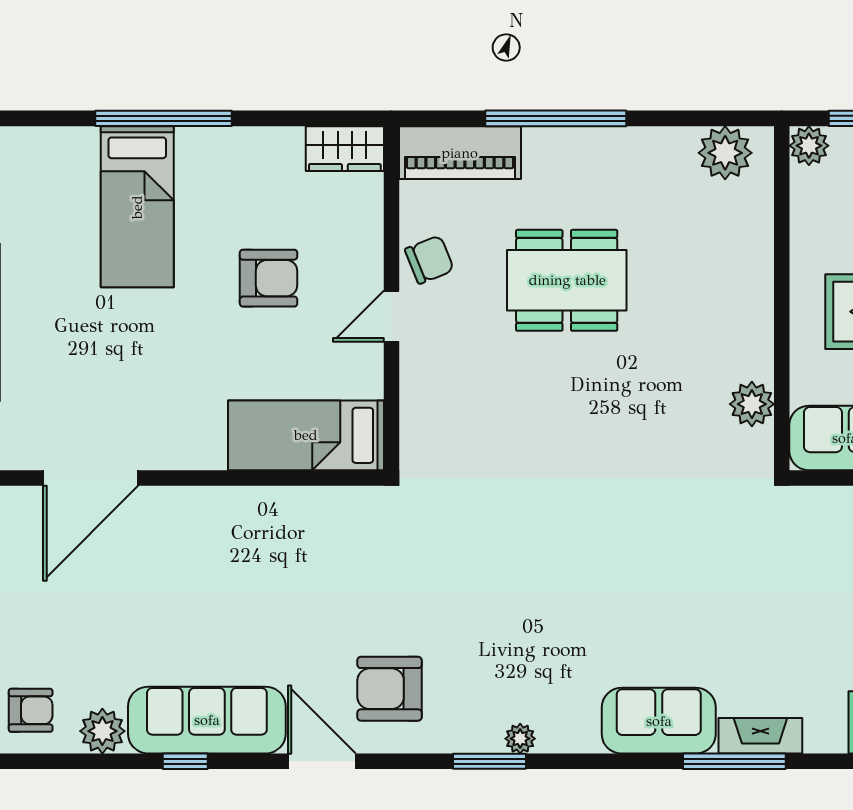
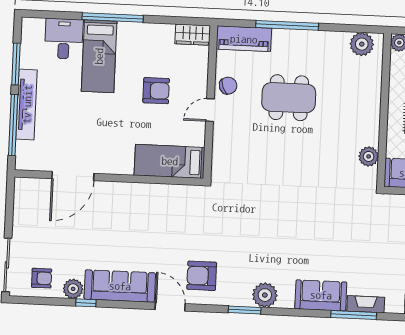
desk: (56, 171) -> (64, 39), added
plant: (520, 739) -> (265, 295), width x1.88, depth x1.88
window: (185, 761) -> (86, 303), moved

